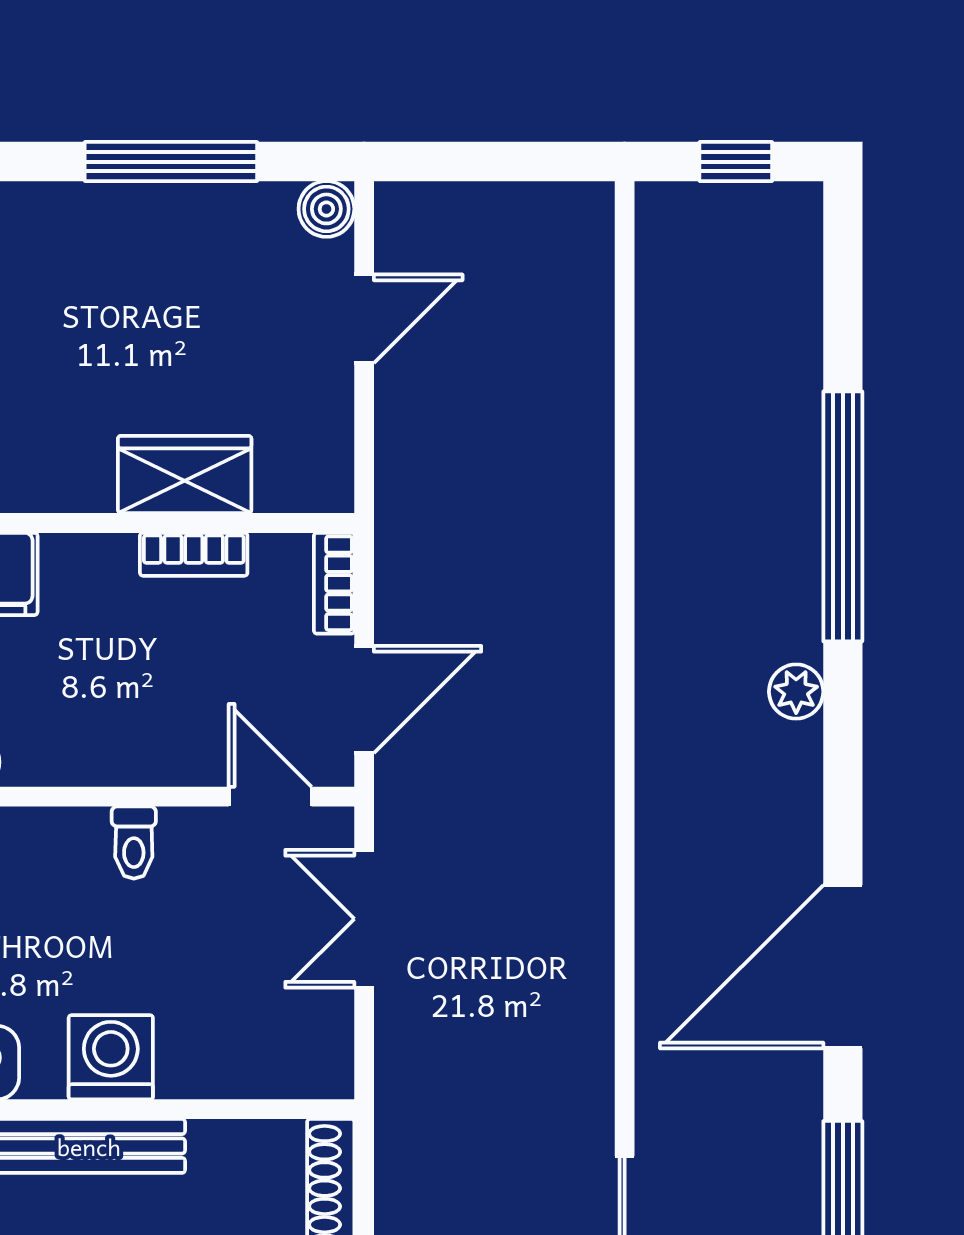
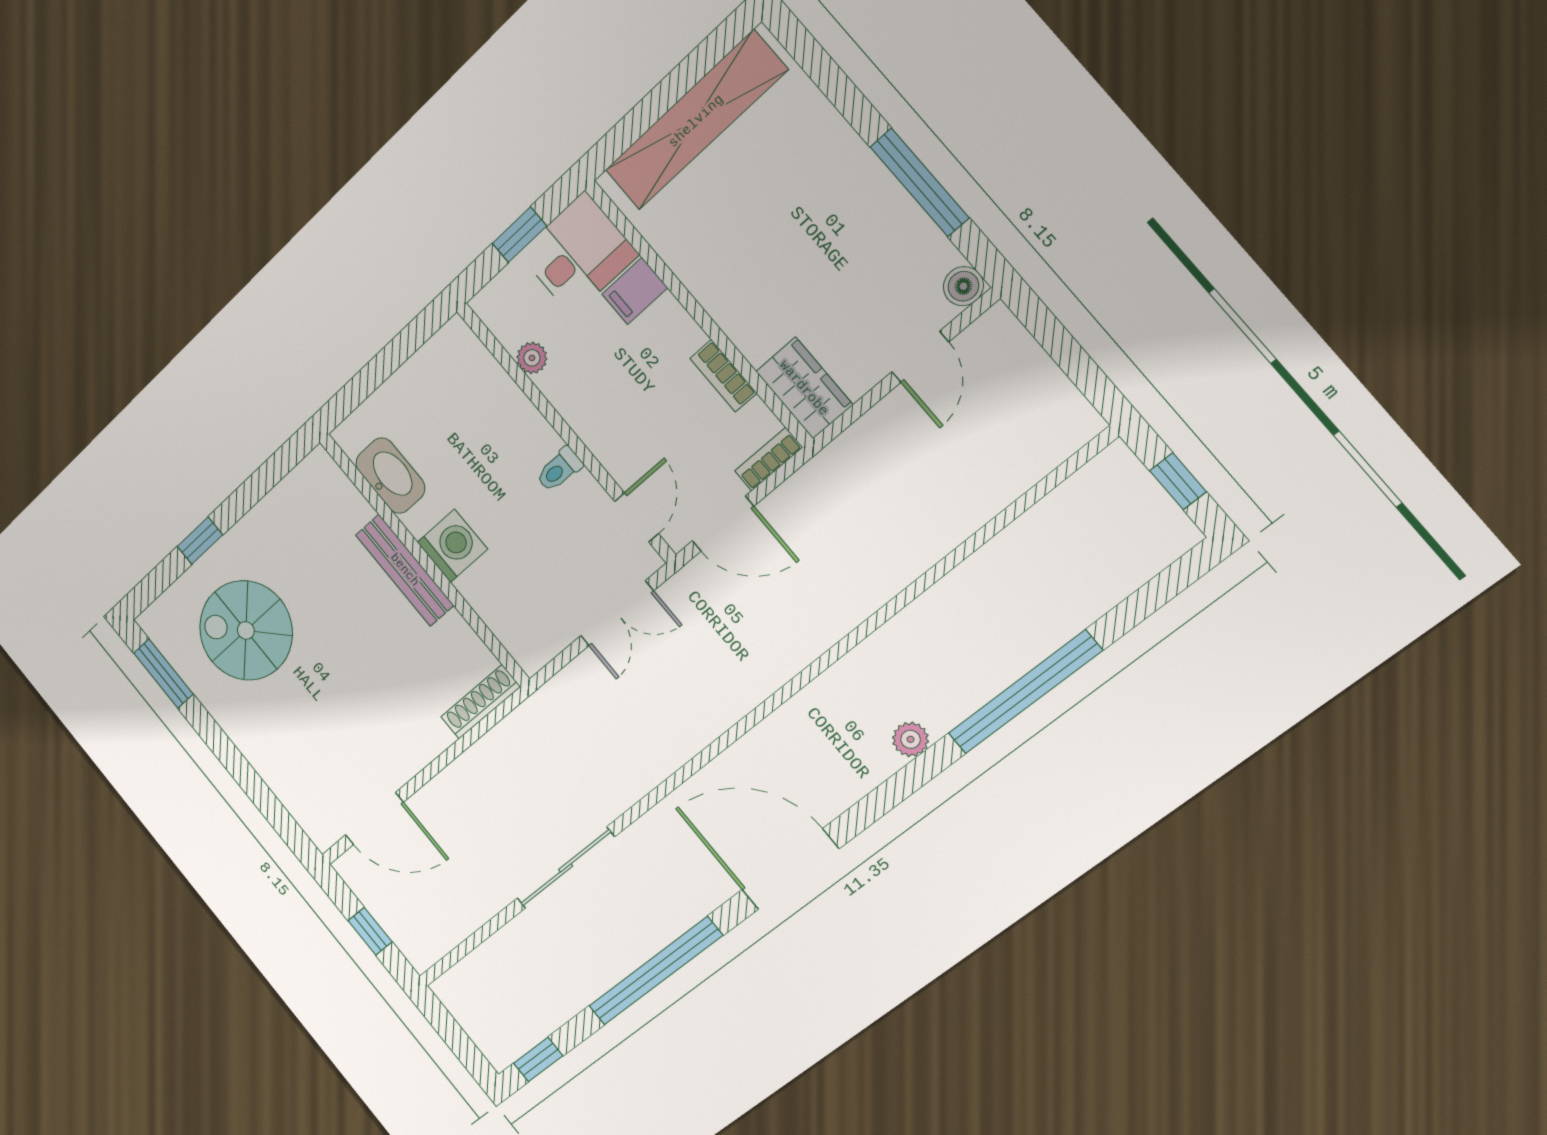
door: (364, 319) -> (920, 357), hinge flipped
wardrobe: (185, 475) -> (804, 388), moved
double door: (364, 919) -> (617, 613), swing flipped

